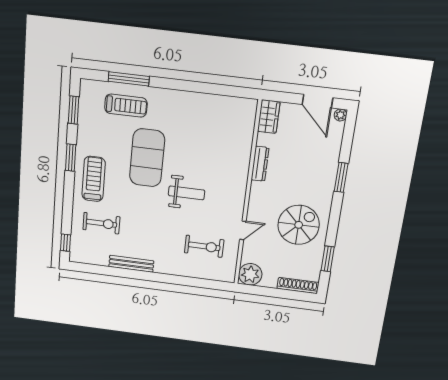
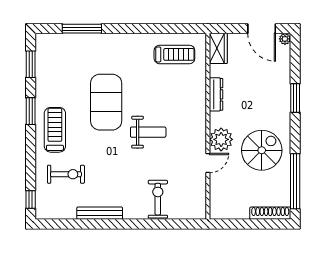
treadmill: (126, 106) -> (174, 54), moved
exercise bike: (204, 246) -> (158, 199), moved, turned -90
window: (328, 259) -> (295, 181), width x2.11
plant: (250, 274) -> (221, 139), moved

